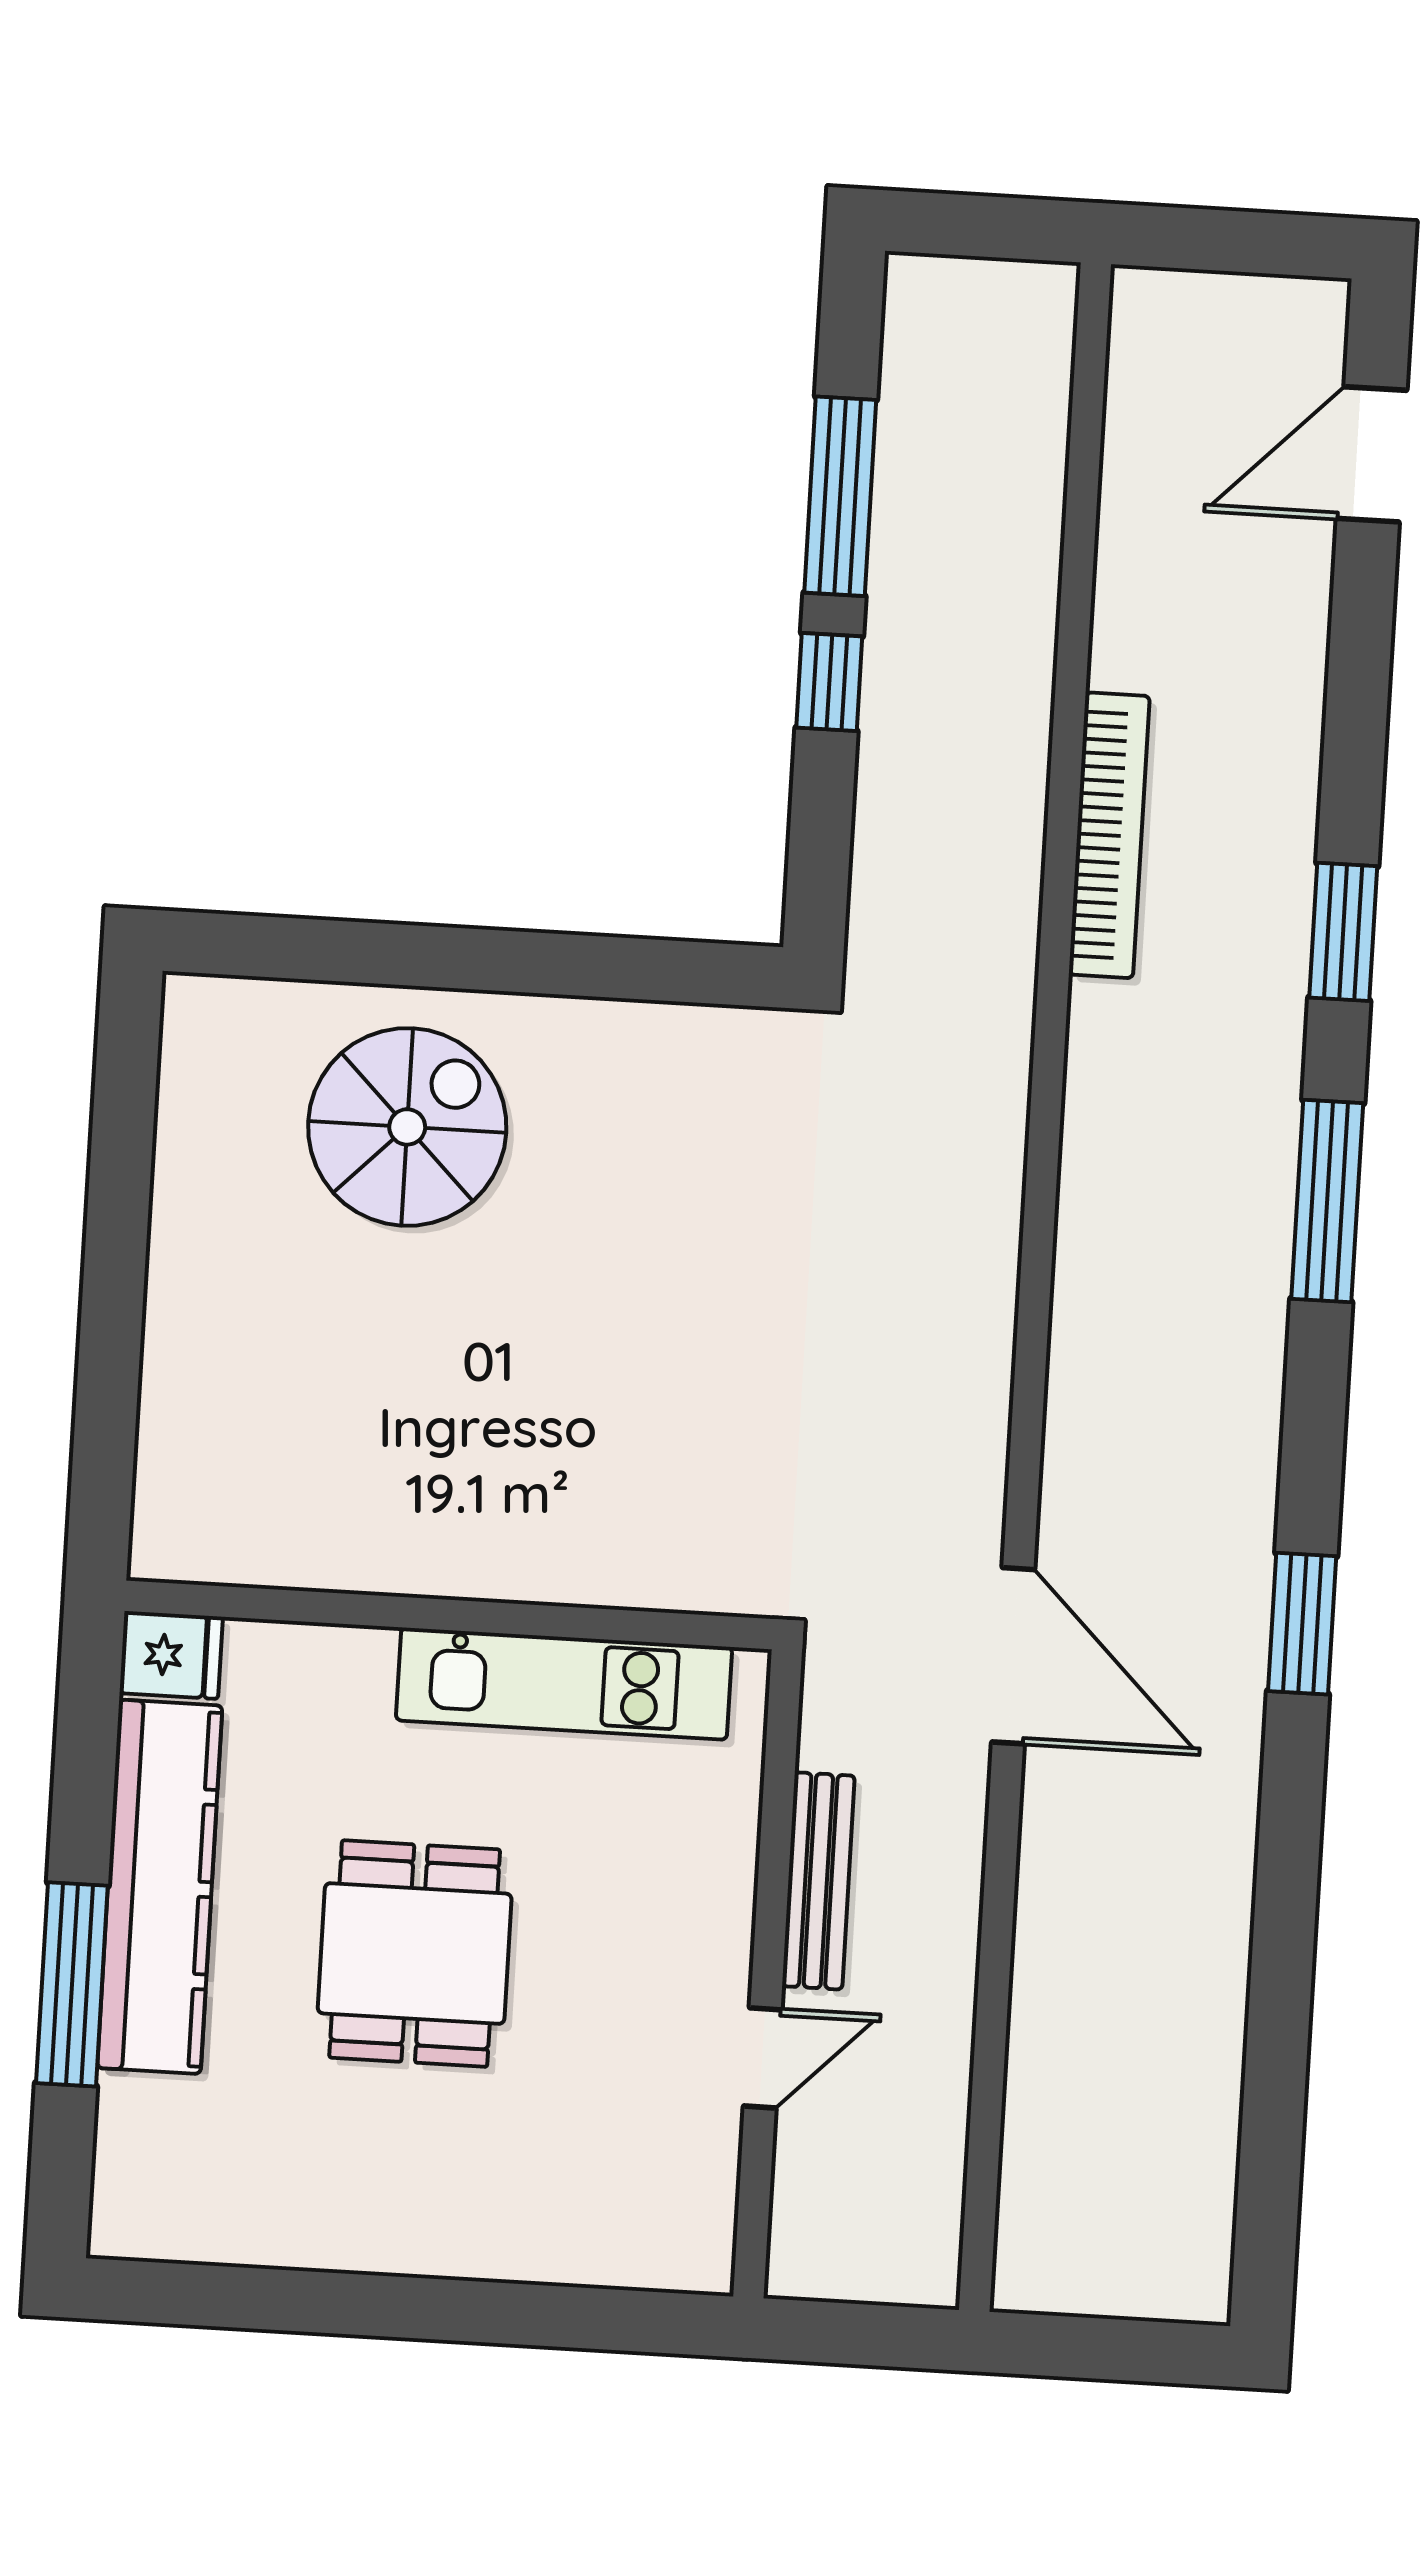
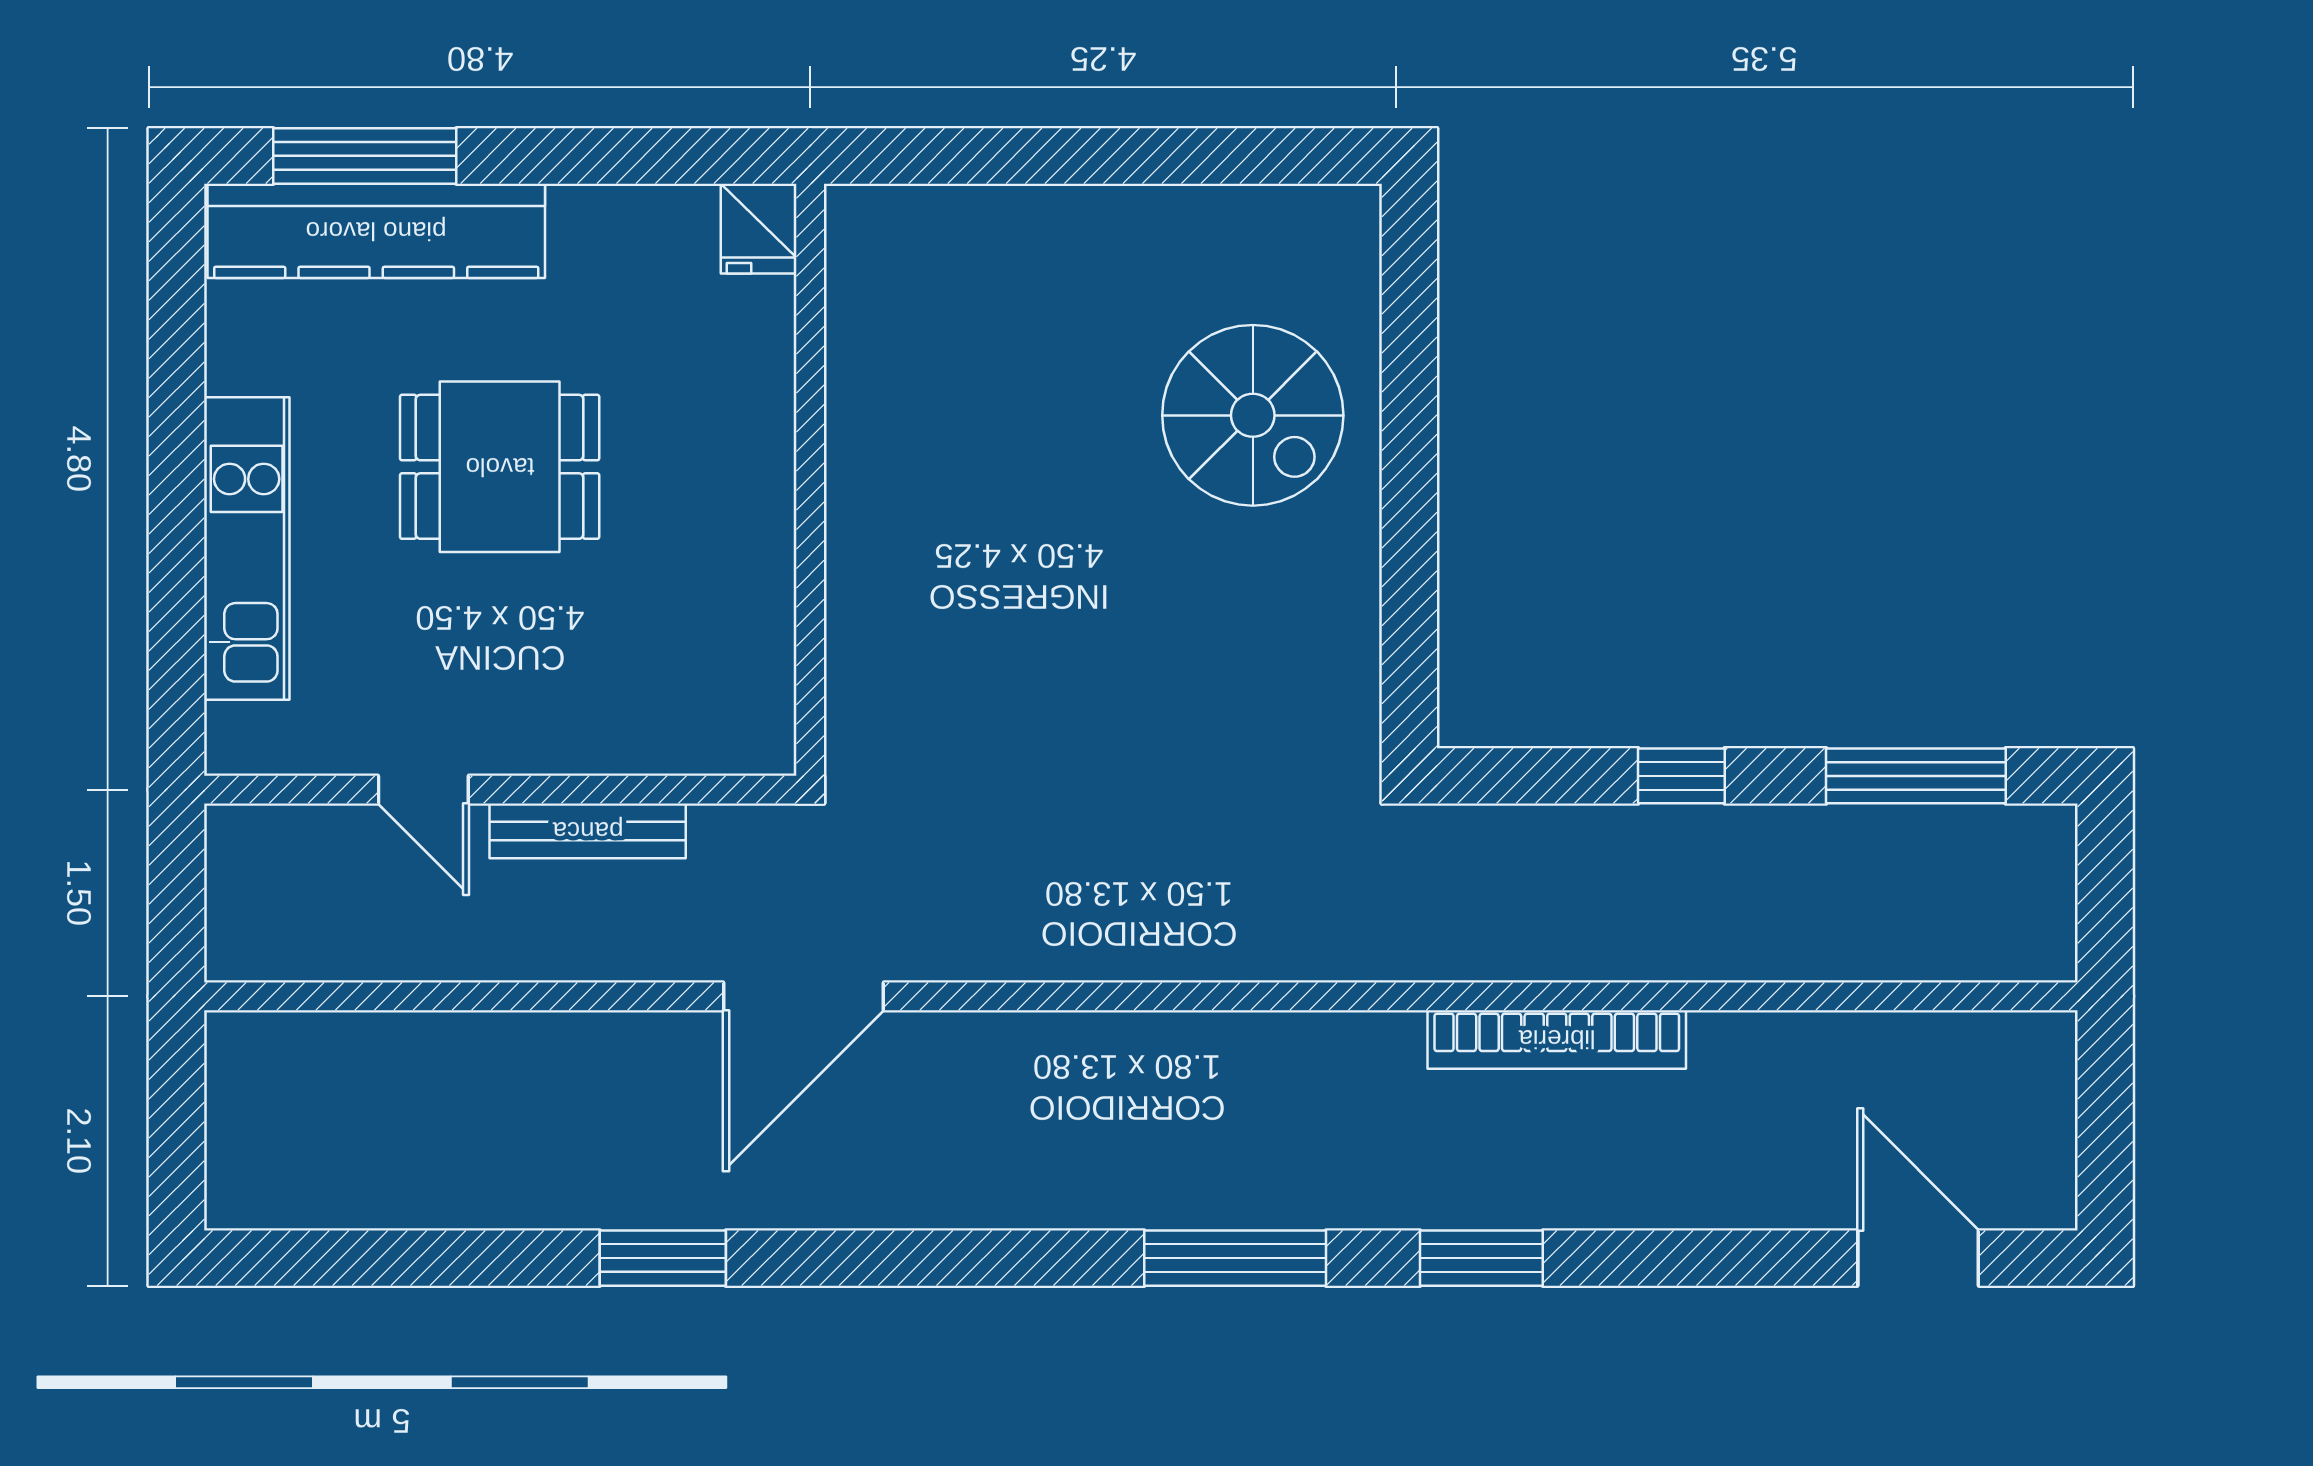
window: (840, 496) -> (1916, 776), moved
window: (1302, 1624) -> (663, 1258), moved
kitchen unit: (564, 1684) -> (247, 549), moved, turned 180
kitchen counter: (160, 1887) -> (376, 231), moved
window: (72, 1984) -> (365, 156), moved

